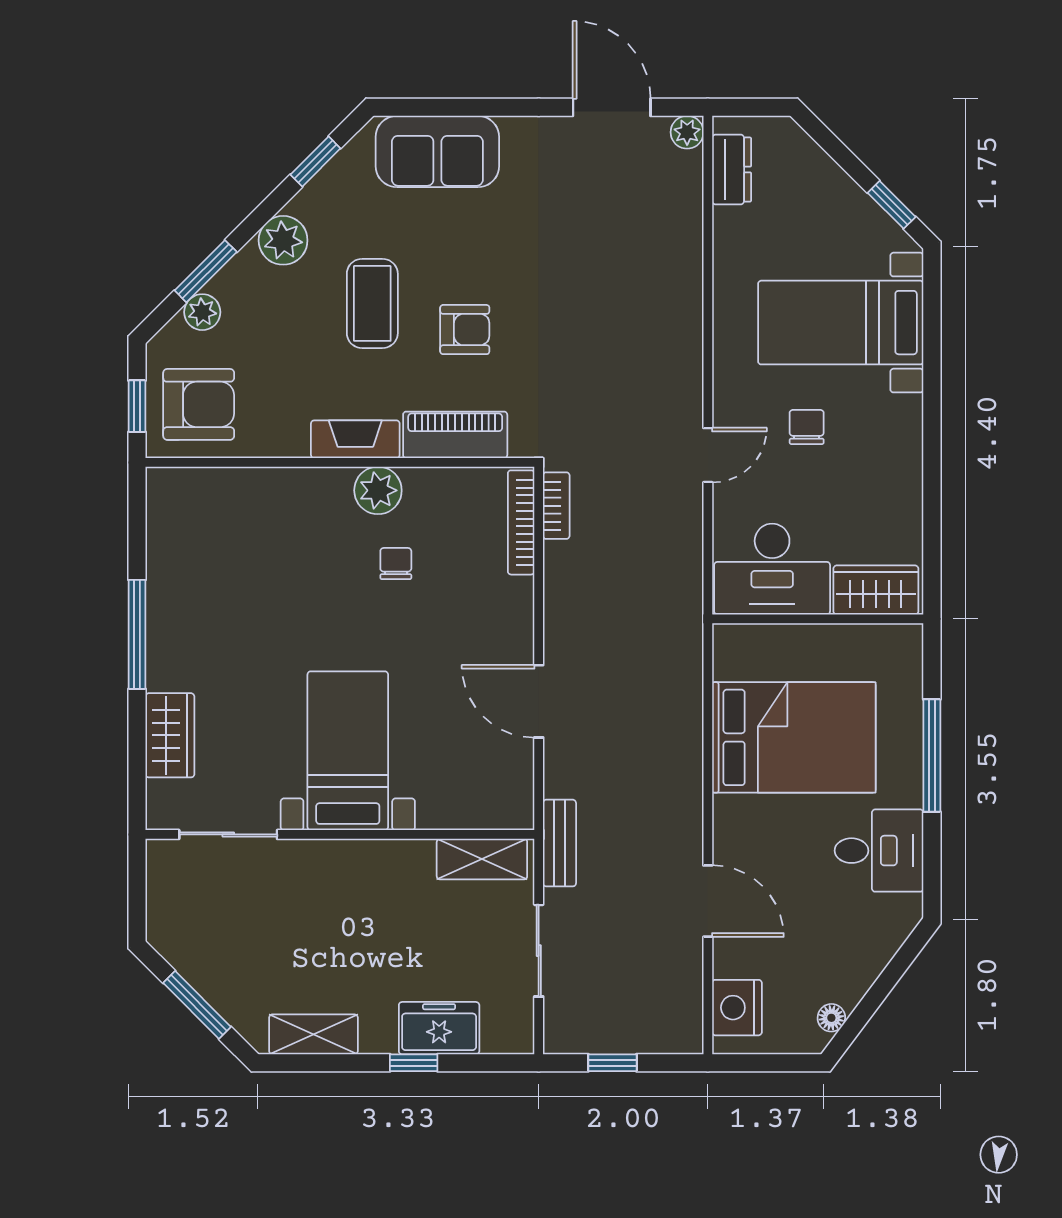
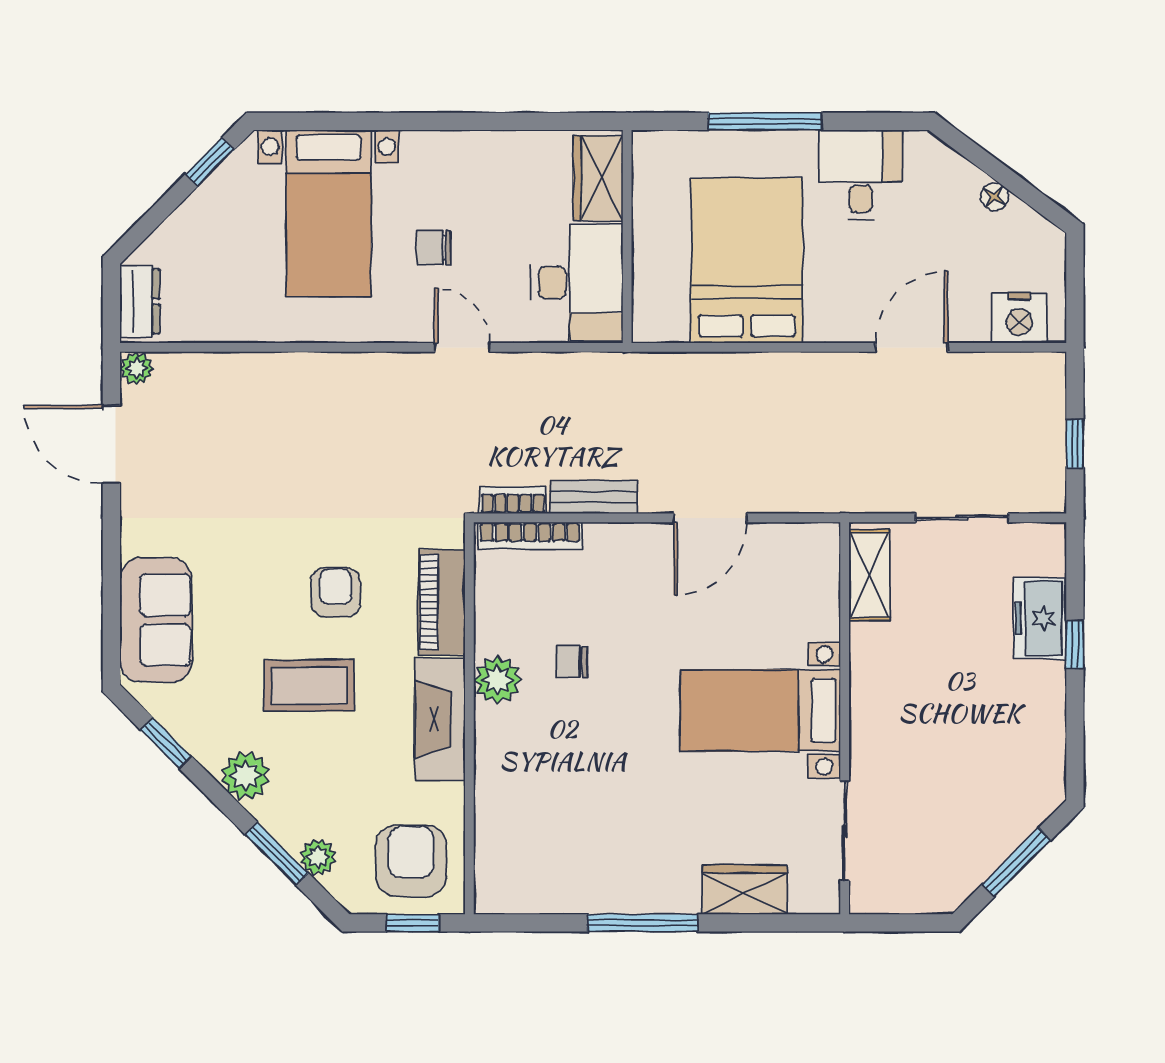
door: (612, 107) -> (111, 444), hinge flipped
dresser: (732, 170) -> (140, 301), moved, turned 90
fireplace: (355, 439) -> (440, 719), width x1.37, depth x1.32
bench: (559, 843) -> (594, 497), moved
floor lamp: (831, 1018) -> (995, 197), moved
shelving: (313, 1034) -> (1046, 745), removed

